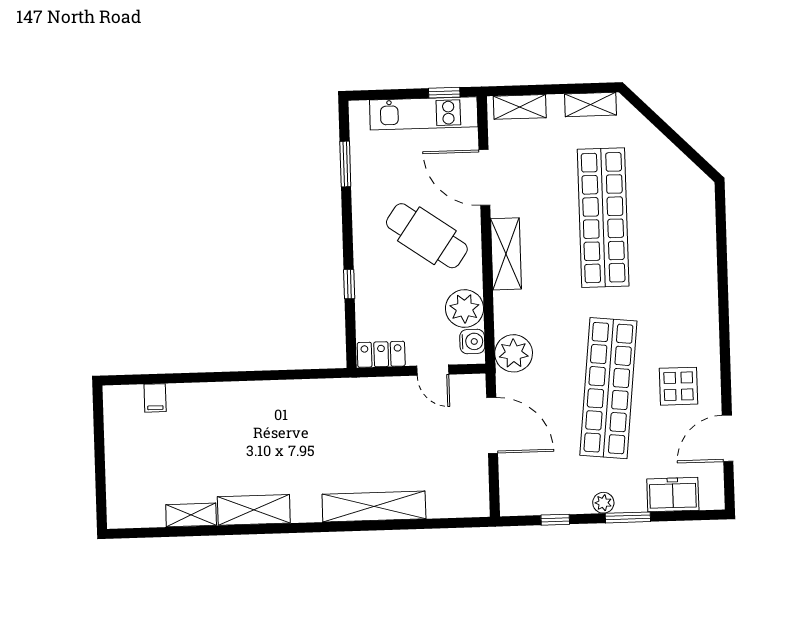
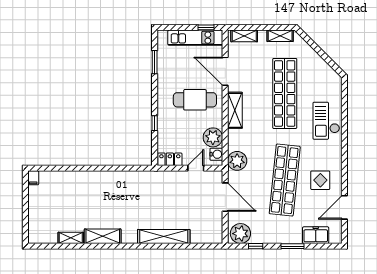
cafe table: (427, 236) -> (195, 100), turned -35
checkout: (686, 269) -> (326, 121), added
door: (433, 370) -> (196, 168), swing flipped
filing cabinet: (155, 398) -> (33, 178), moved
plant: (603, 503) -> (240, 234), moved, width x1.88, depth x1.88

